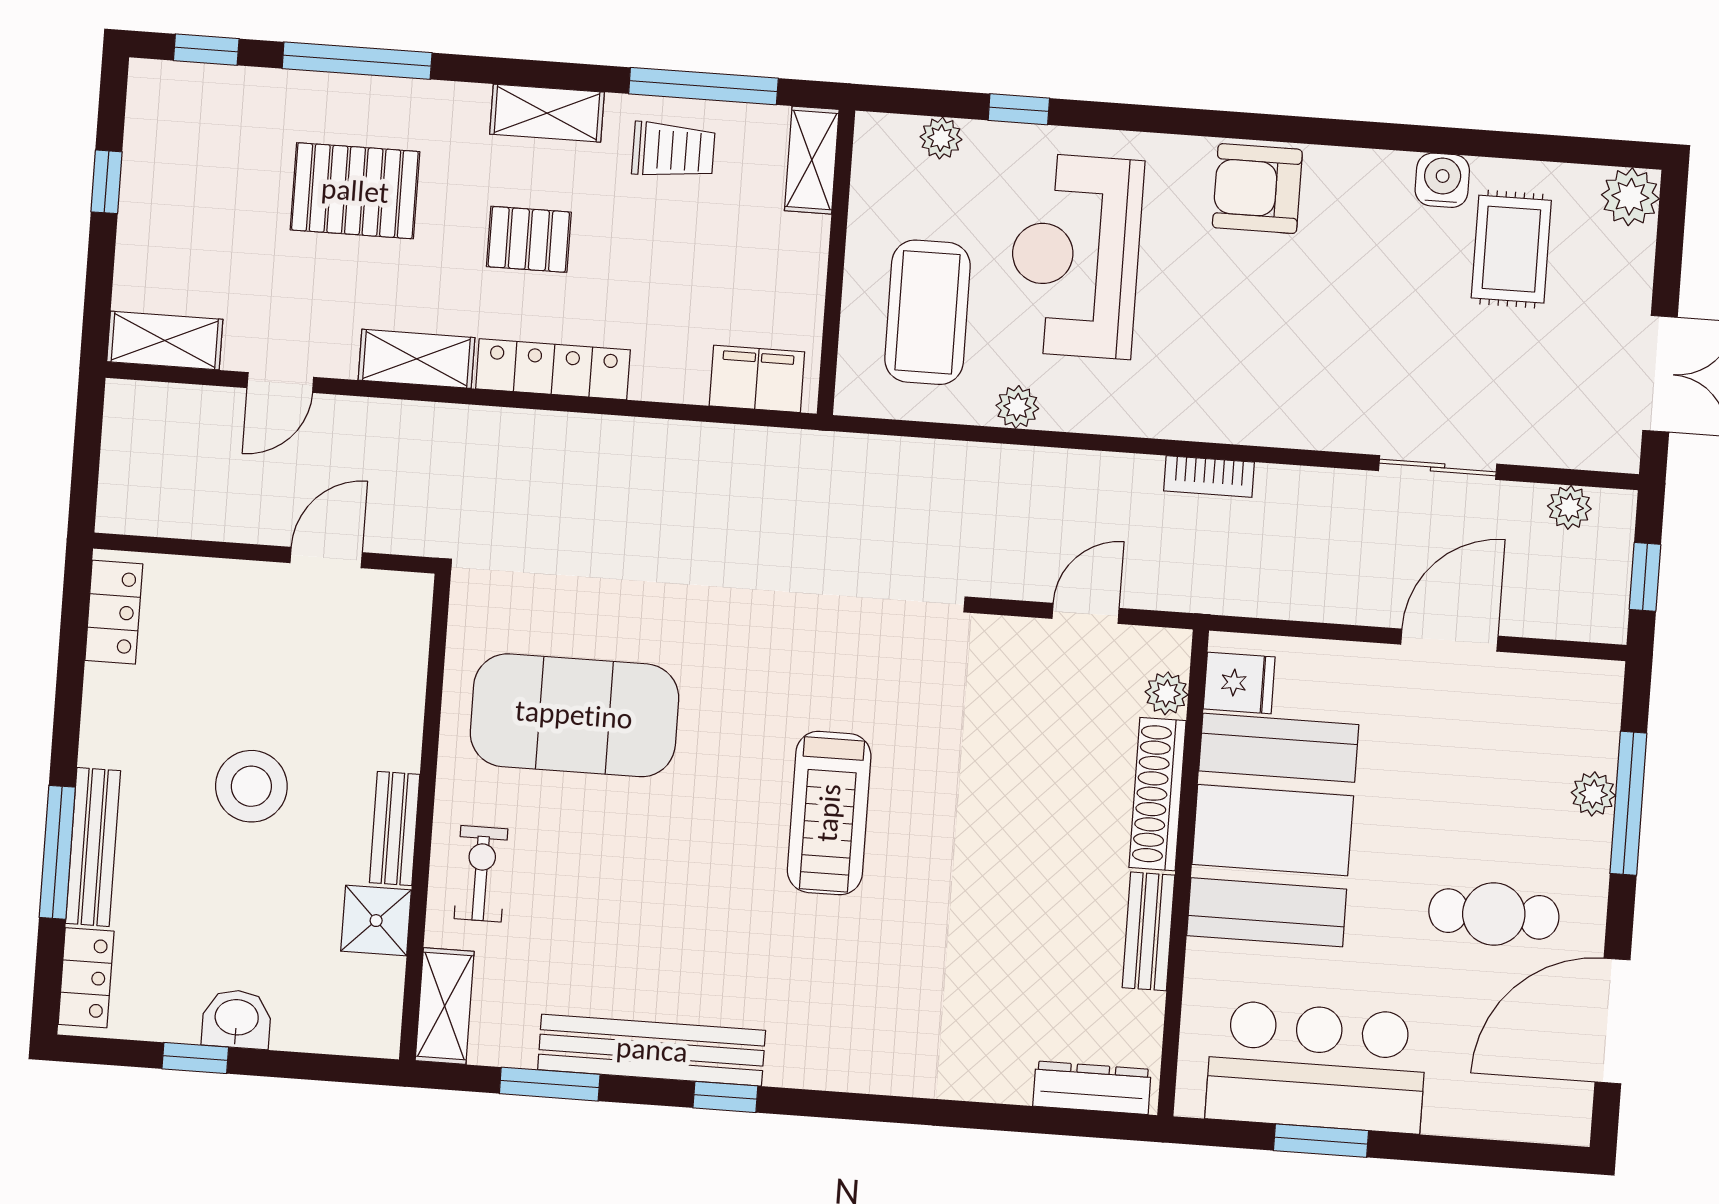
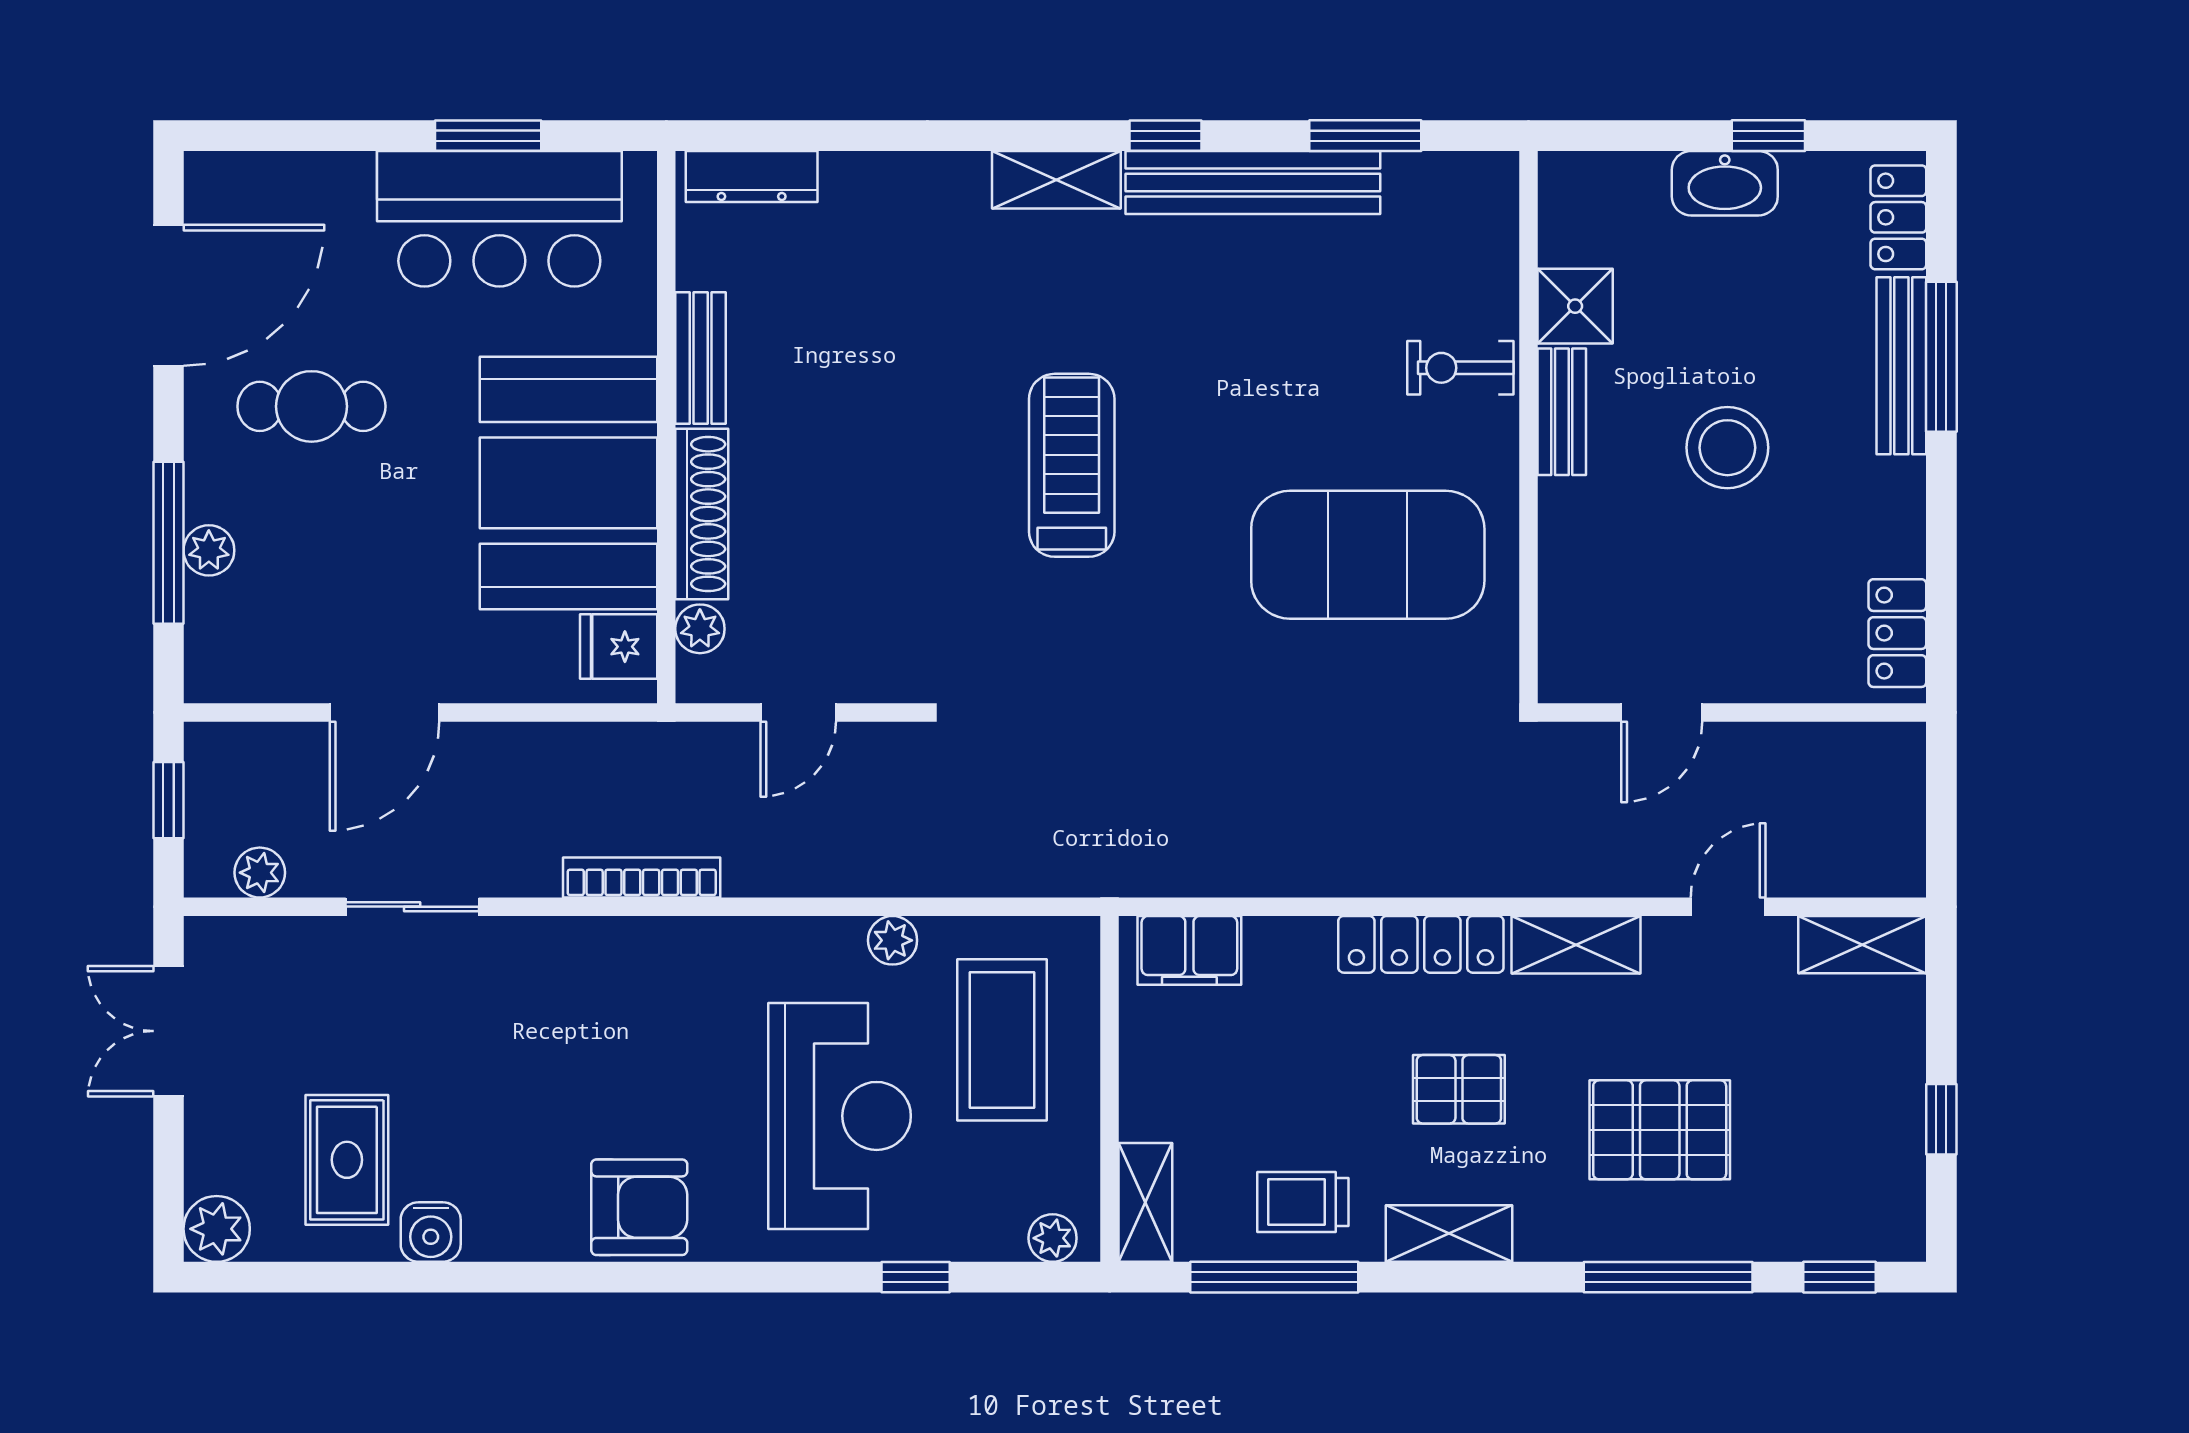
plant: (941, 138) -> (1053, 1238), moved
bookcase: (1209, 476) -> (642, 878), width x1.56
exercise bike: (481, 874) -> (1460, 368), turned 90
shelving: (445, 1006) -> (1056, 180), moved, turned 90
washbasin: (237, 1019) -> (1725, 183), width x1.38

